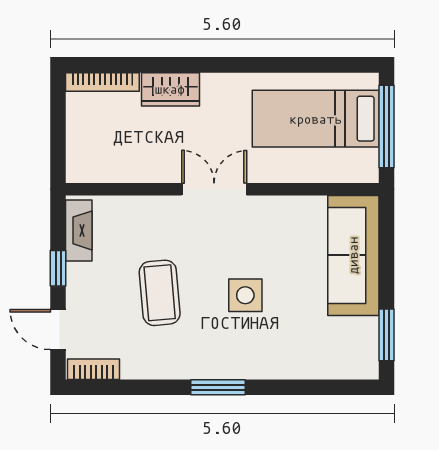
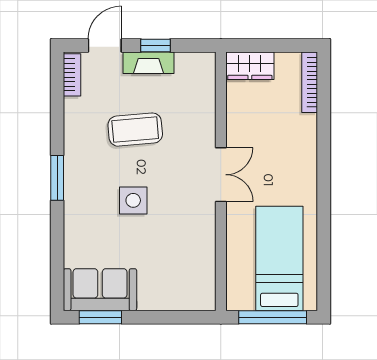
wardrobe: (170, 89) -> (250, 66), moved, turned -90
fireplace: (79, 230) -> (149, 63), moved
sofa: (353, 255) -> (100, 290), moved, width x0.73

